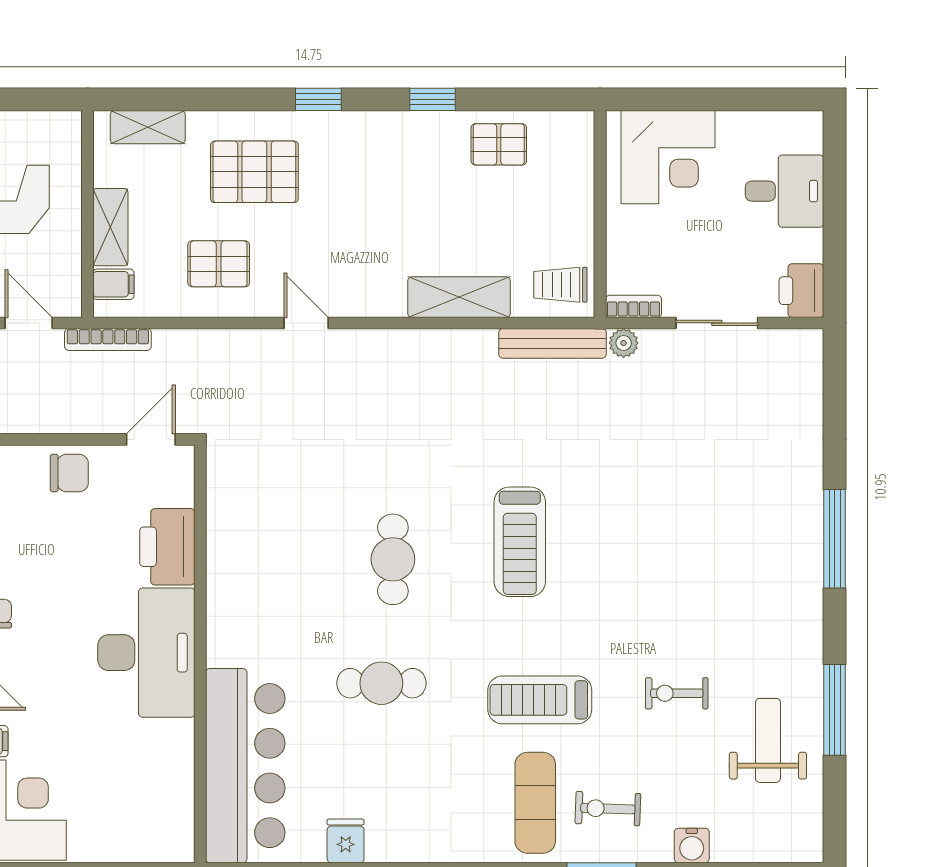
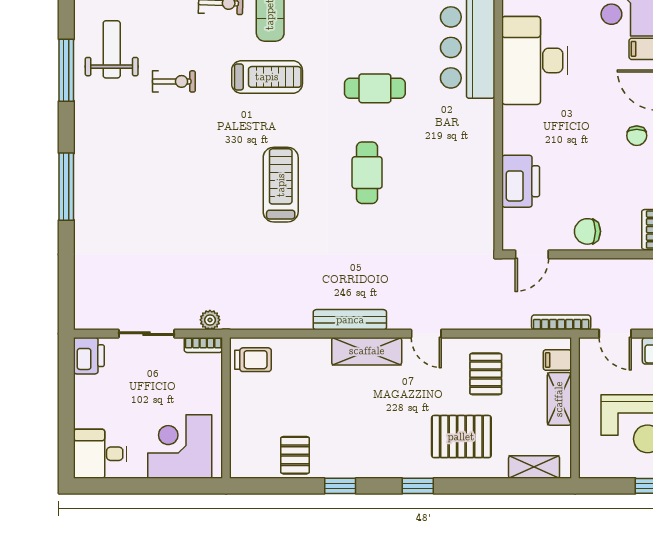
pallet: (499, 144) -> (295, 455), turned 90
desk: (785, 191) -> (100, 454), moved
pallet: (219, 264) -> (486, 374), turned 90
shelving: (459, 297) -> (367, 351), moved
bench: (552, 343) -> (350, 320), moved
desk: (146, 653) -> (535, 60), moved
weight bench: (768, 740) -> (112, 49), turned 180

